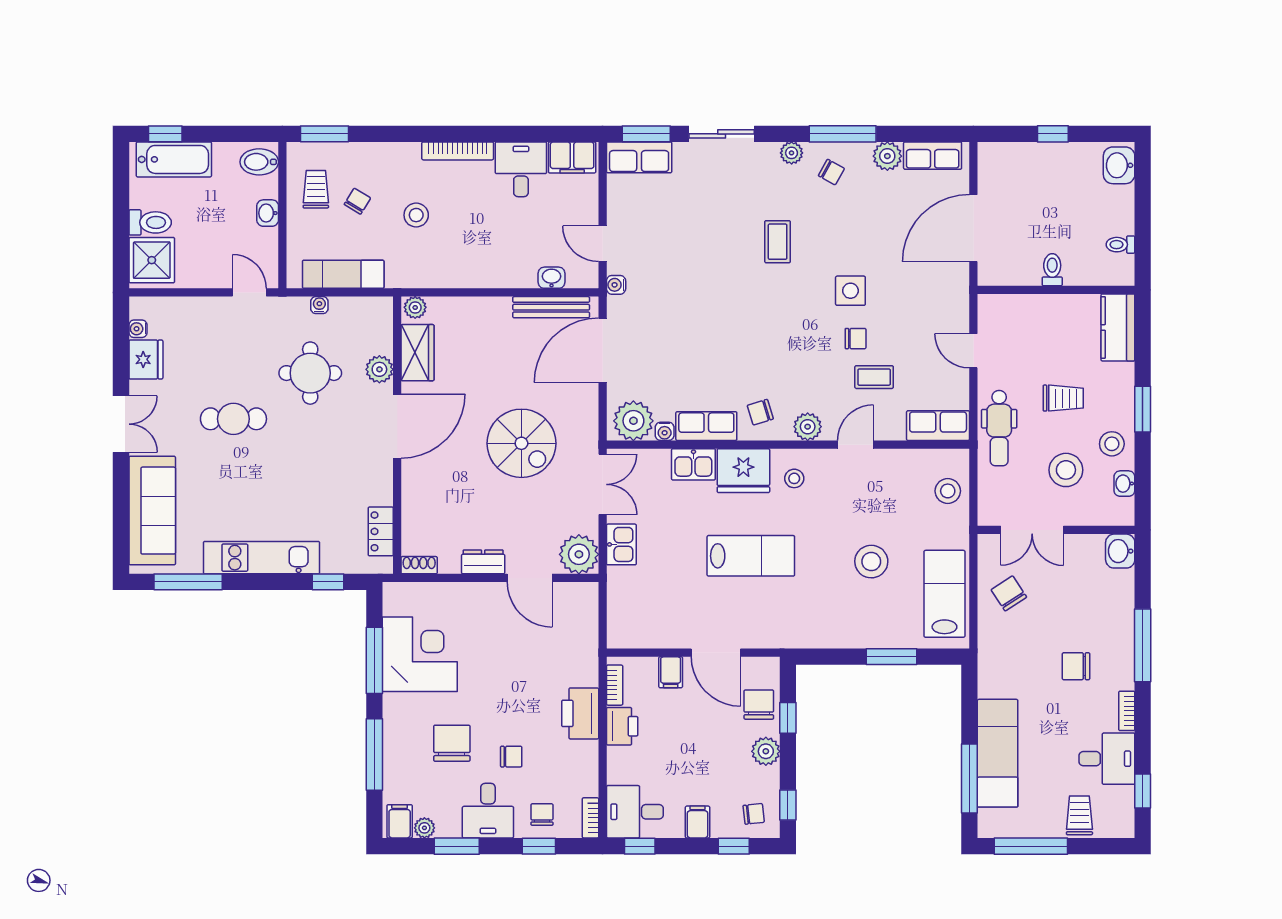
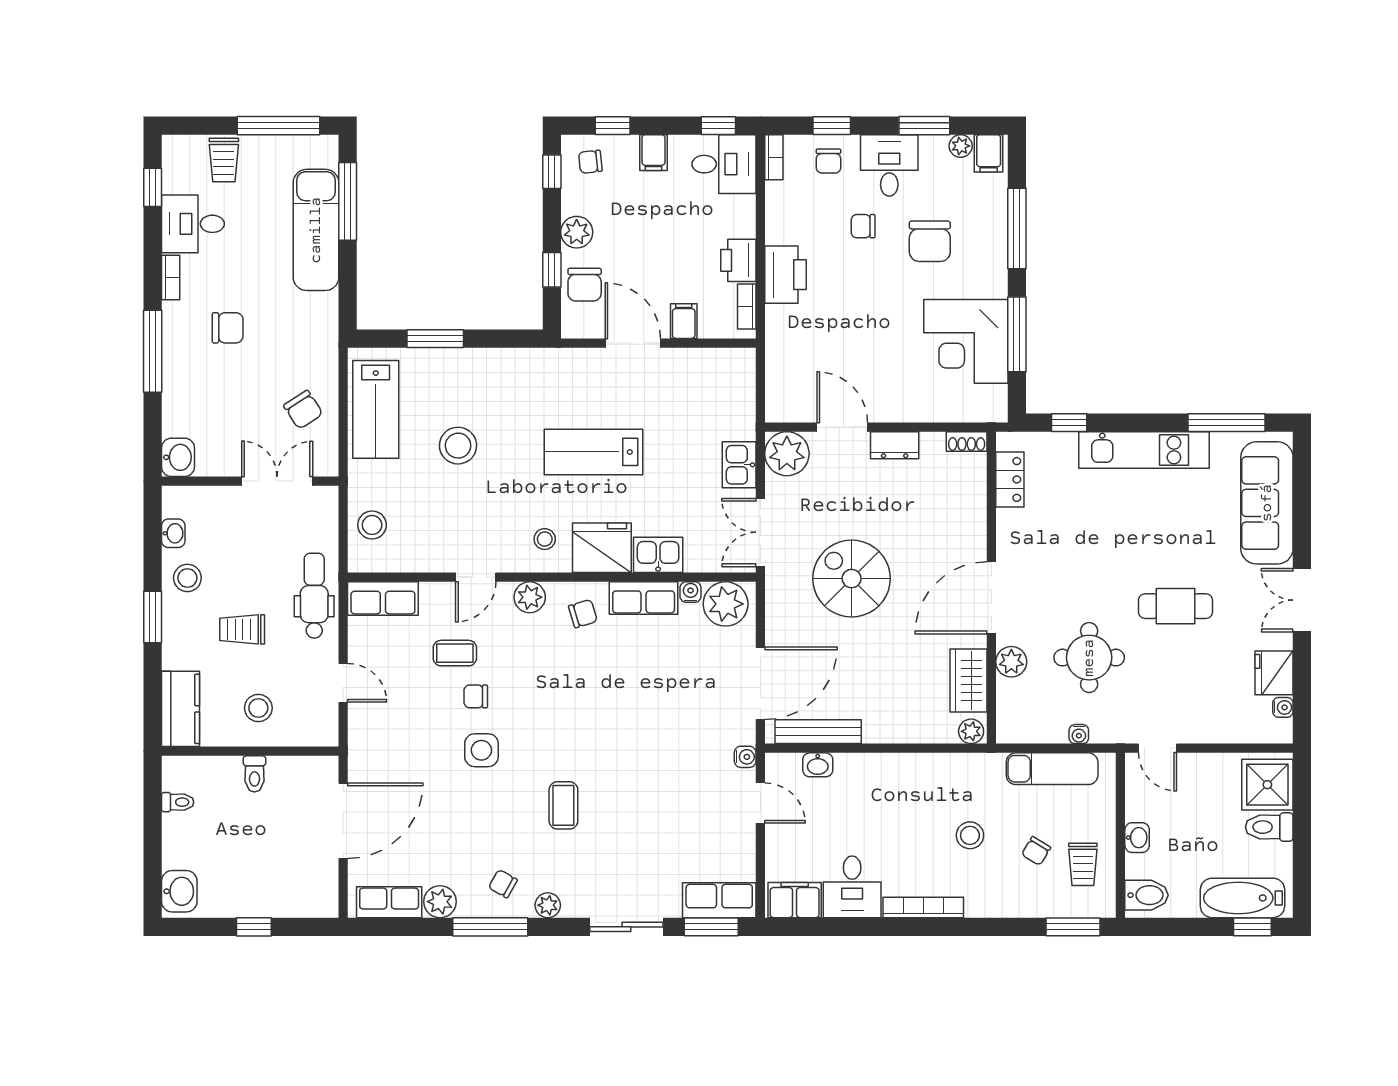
stool: (1066, 470) -> (258, 708), moved, width x0.73, depth x0.73

